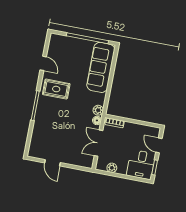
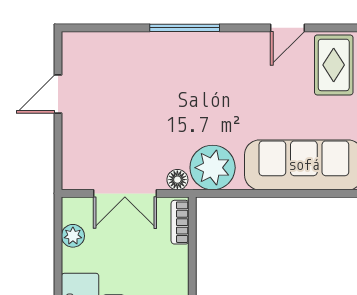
rug: (56, 89) -> (334, 65), moved
plant: (98, 110) -> (213, 168), width x1.88, depth x1.88
double door: (98, 143) -> (125, 193), swing flipped

